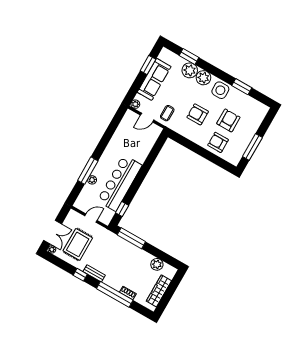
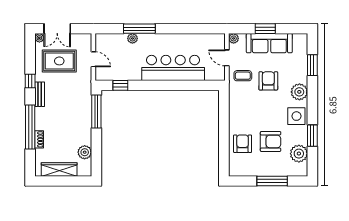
window: (148, 65) -> (265, 29), moved
plant: (190, 70) -> (299, 154), moved
armchair: (198, 114) -> (268, 81), moved
window: (252, 147) -> (272, 181), moved
bar counter: (120, 183) -> (173, 68), moved

